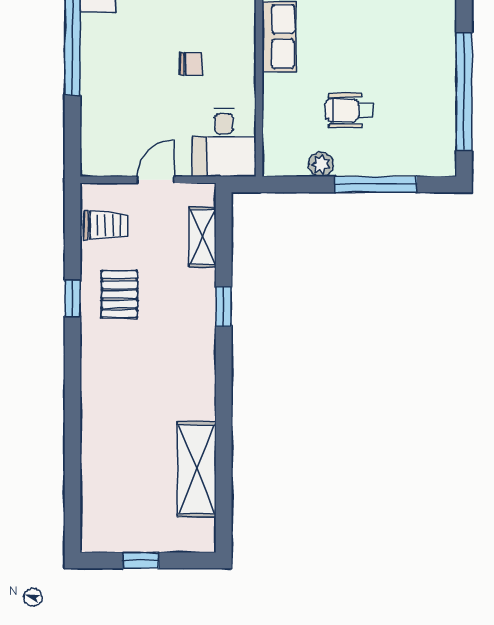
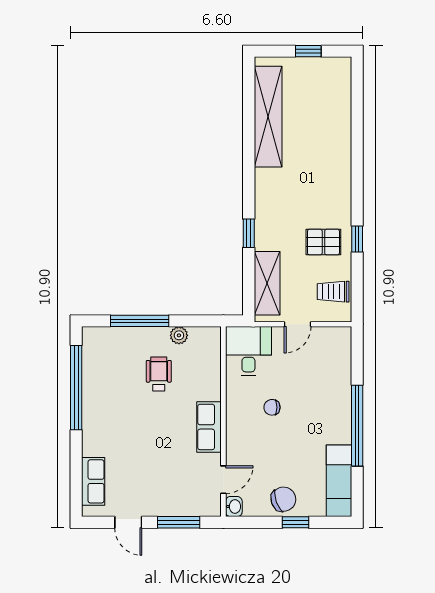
wheelchair: (349, 110) -> (159, 374), turned -90
shelving: (203, 237) -> (267, 283), width x1.50, depth x1.33
pallet: (119, 294) -> (323, 242), turned 90
shelving: (197, 469) -> (268, 117), width x1.47

